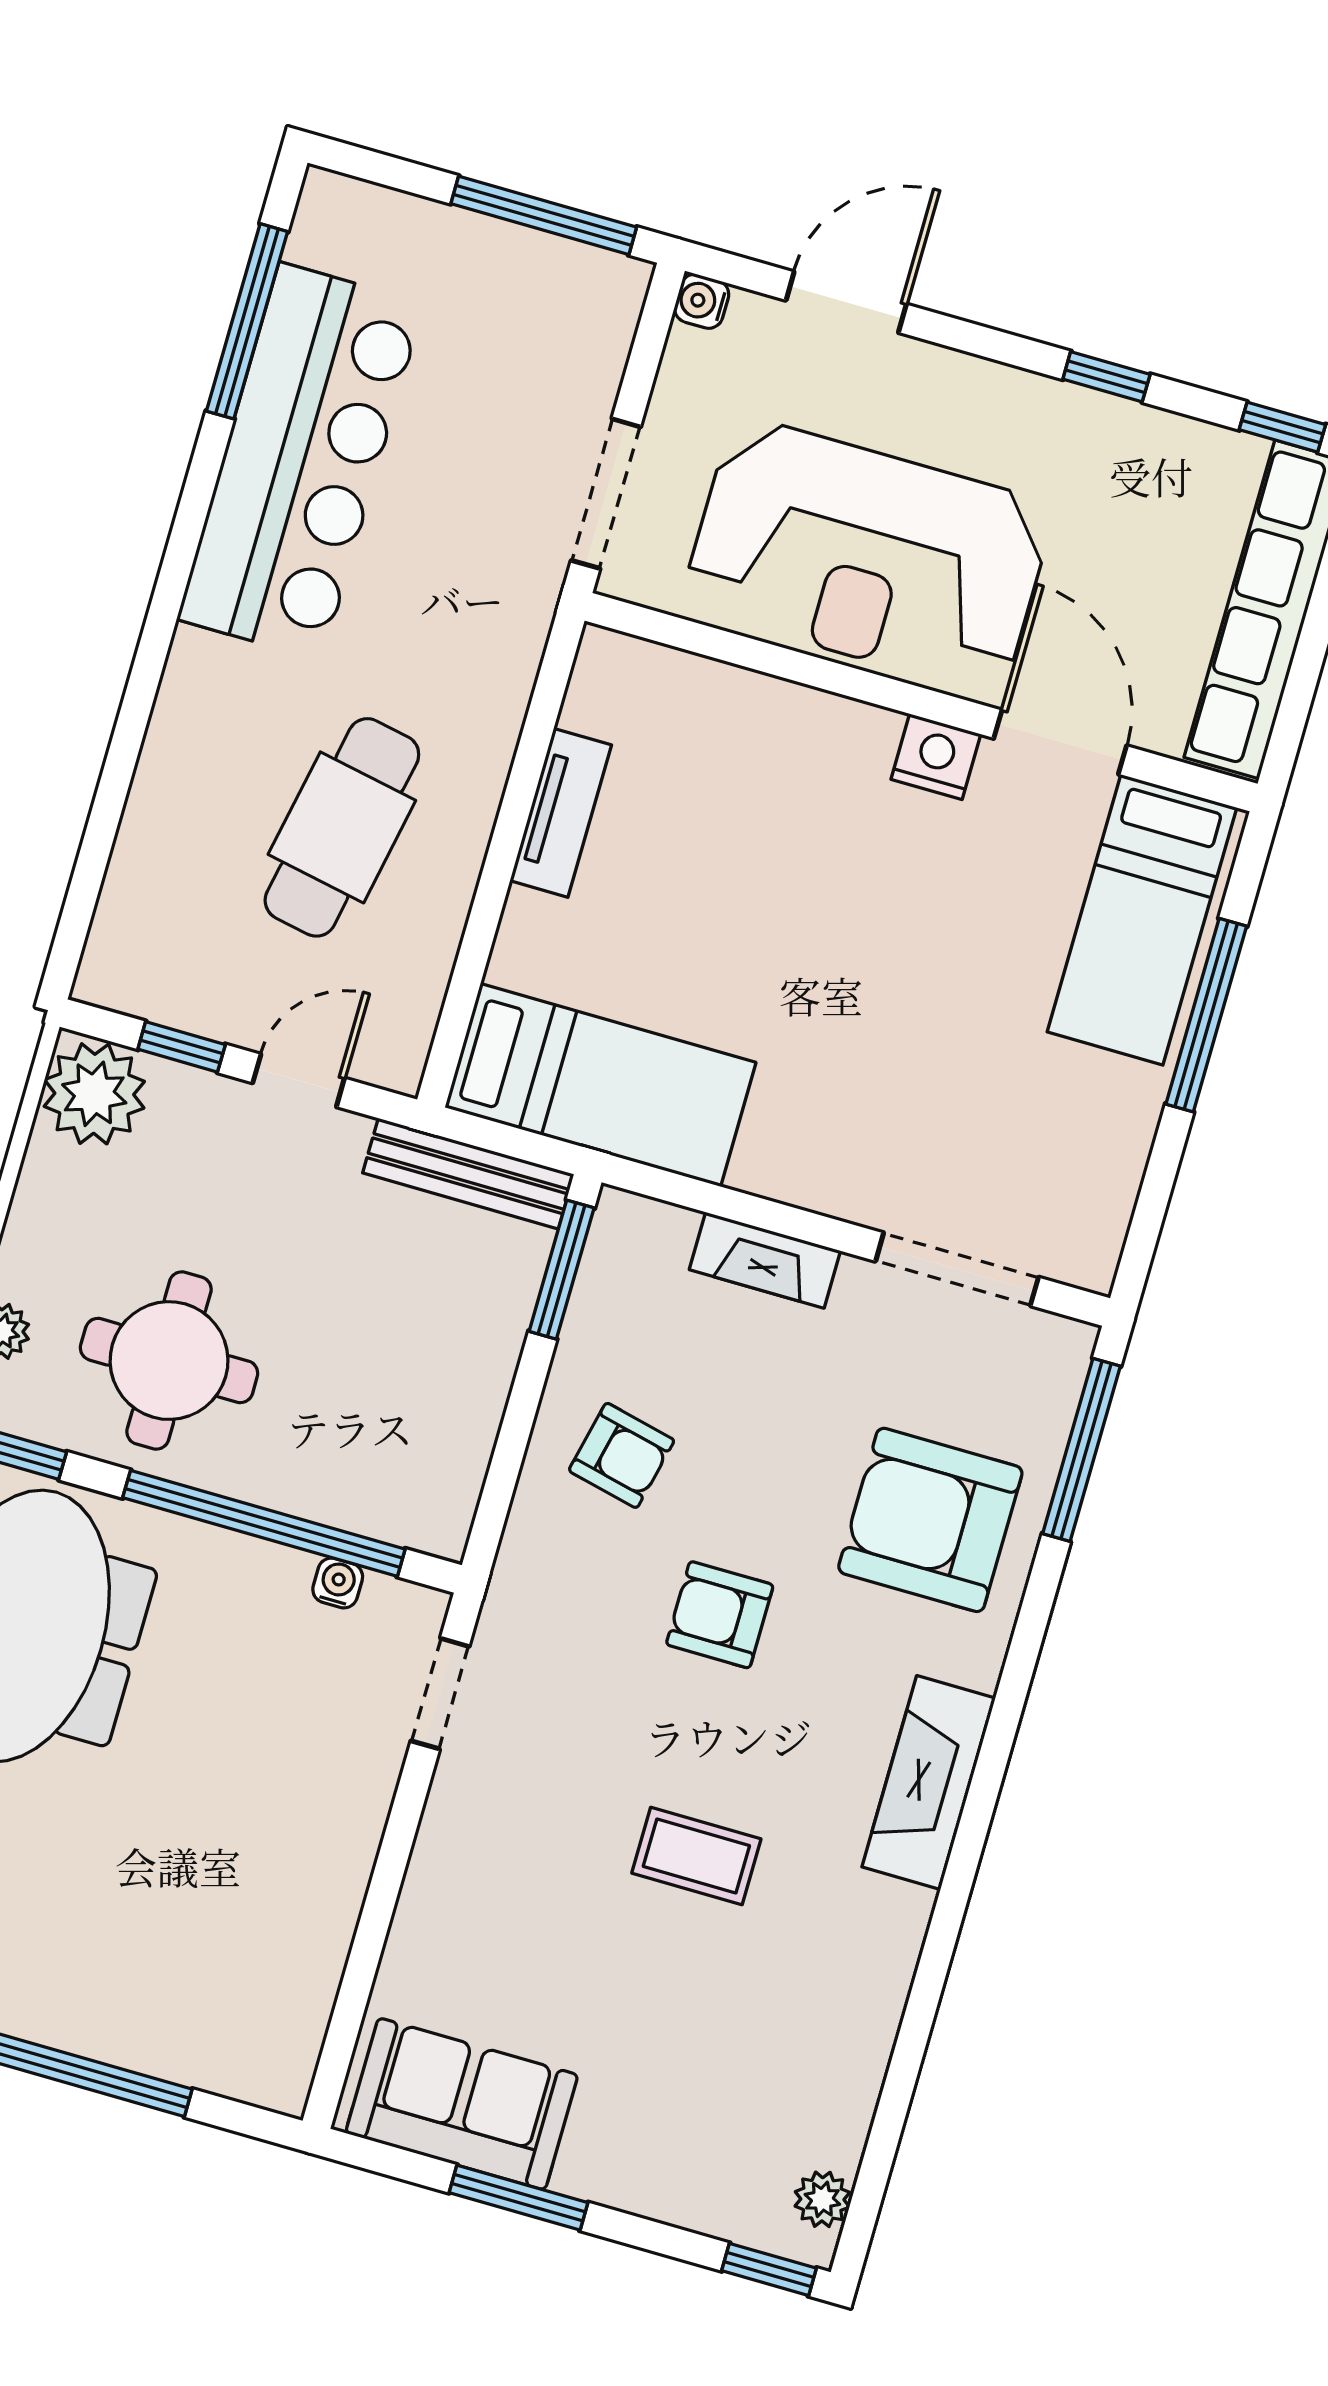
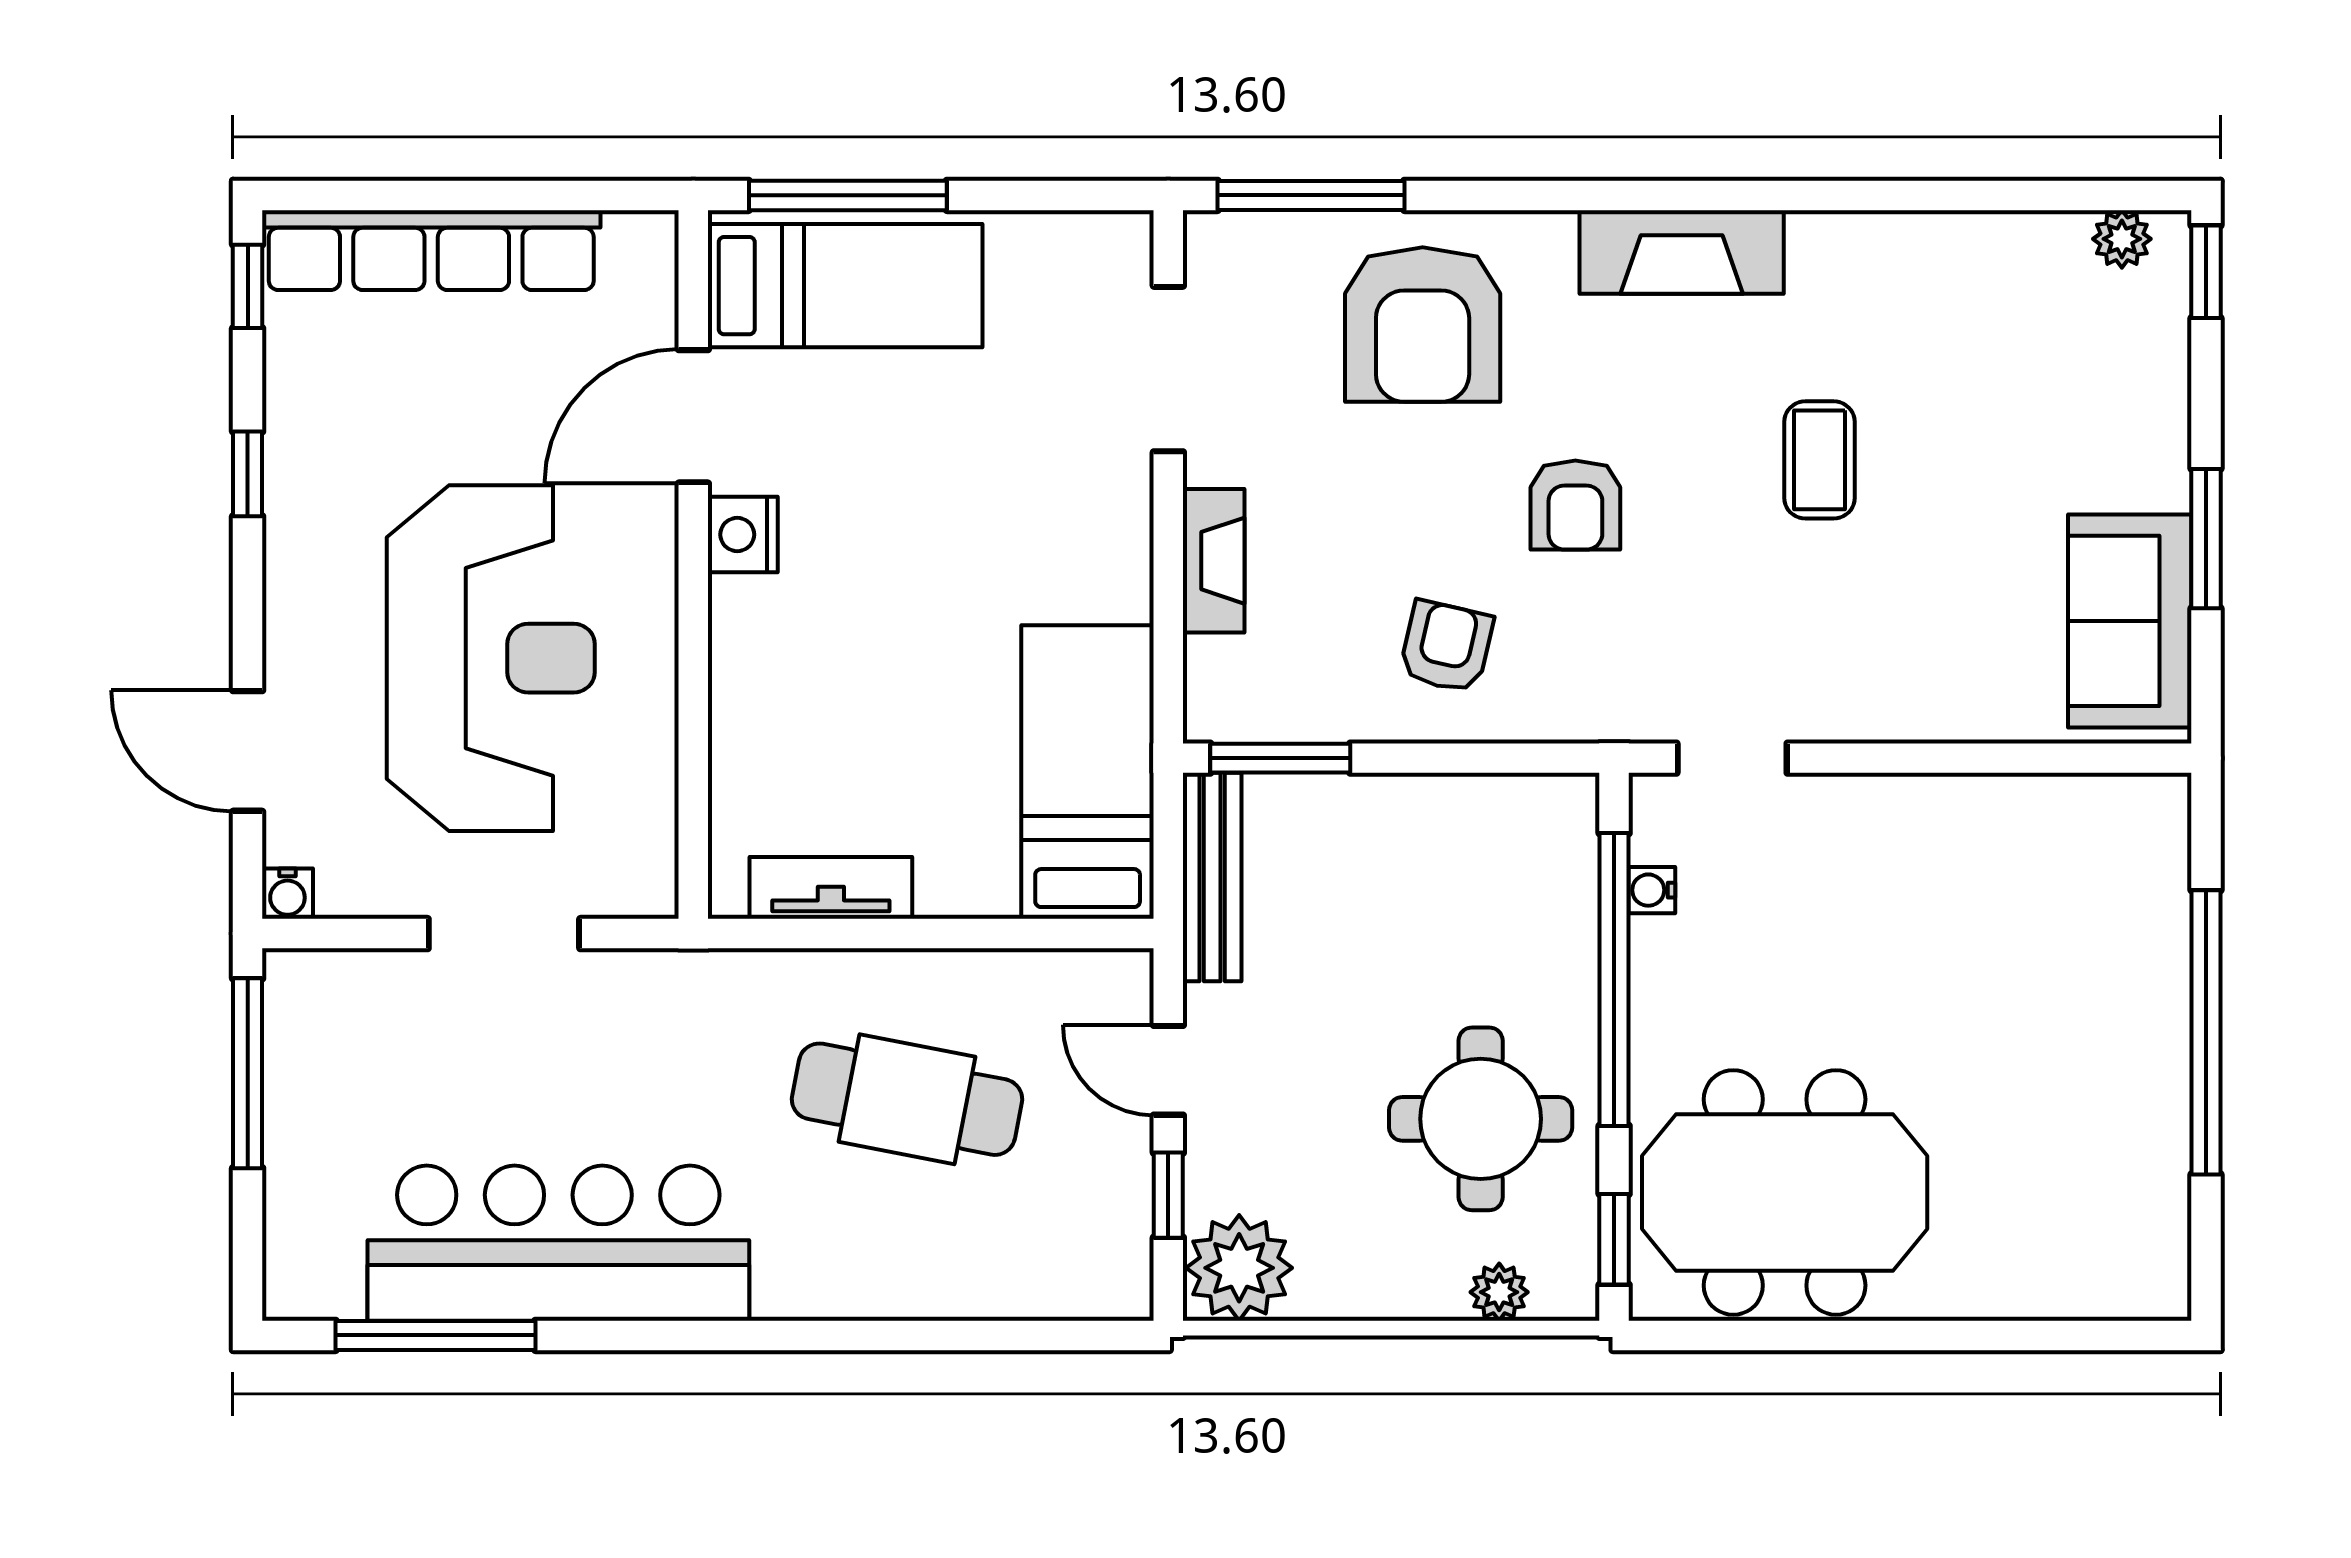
wall: (921, 702) -> (693, 564), moved
door: (1060, 742) -> (693, 416), moved
nightstand: (936, 757) -> (743, 535), moved
bed: (1142, 920) -> (845, 286), moved

